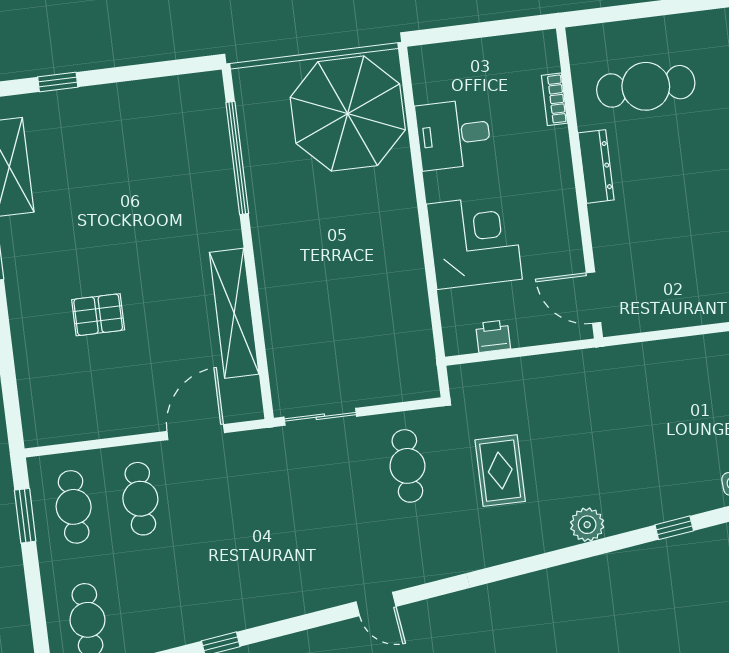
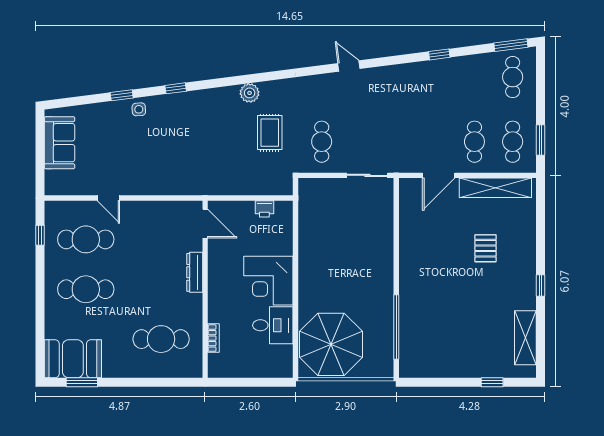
dresser: (596, 166) -> (195, 272), moved
corner desk: (474, 242) -> (268, 281), moved
shelving: (234, 313) -> (495, 188), moved, turned 90
pallet: (98, 315) -> (485, 248), turned 90
plant: (587, 525) -> (250, 93), moved

